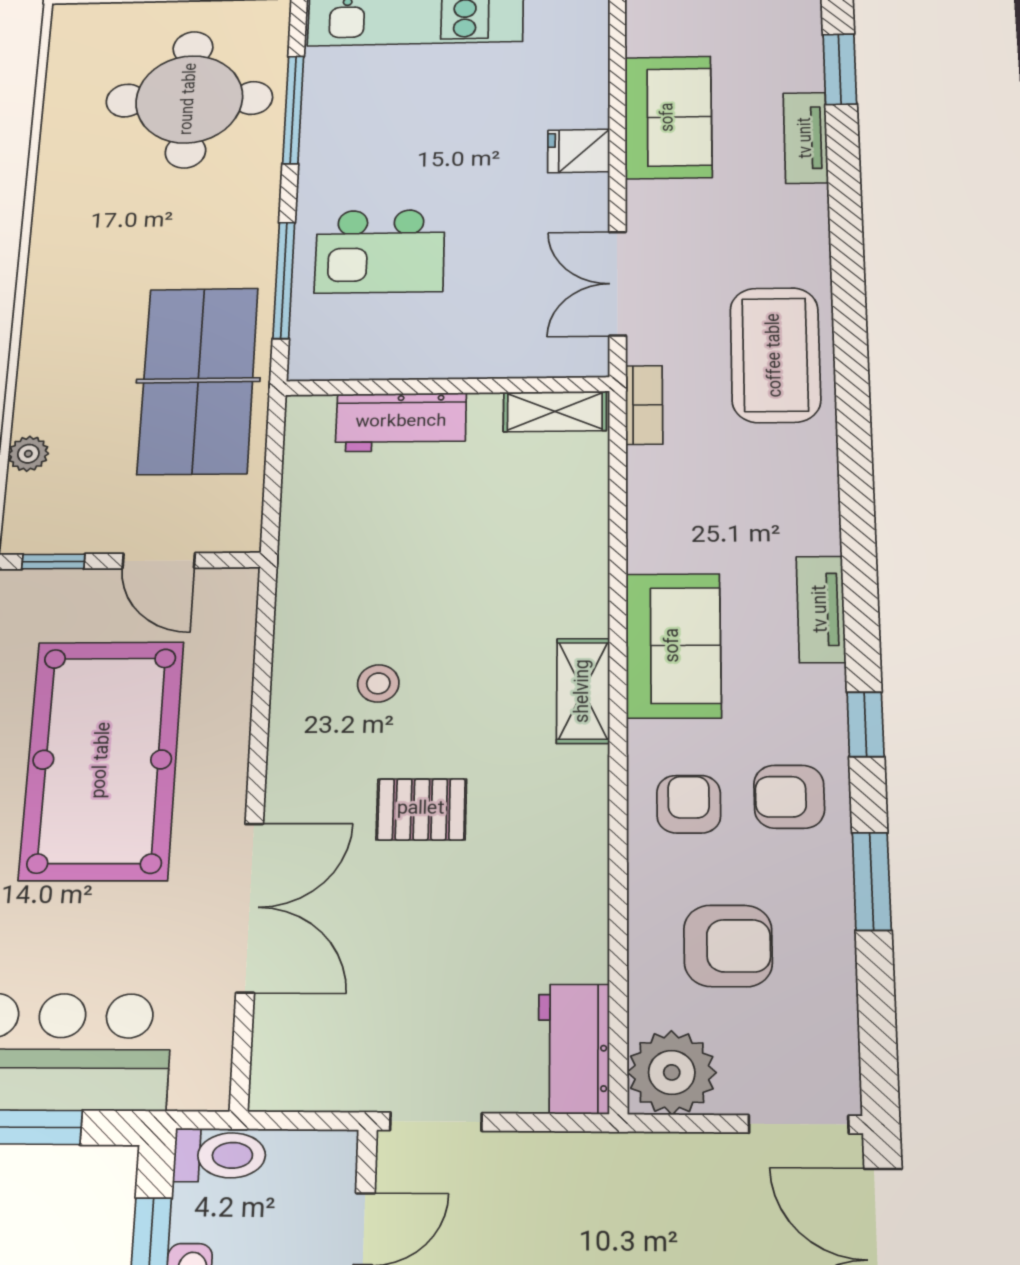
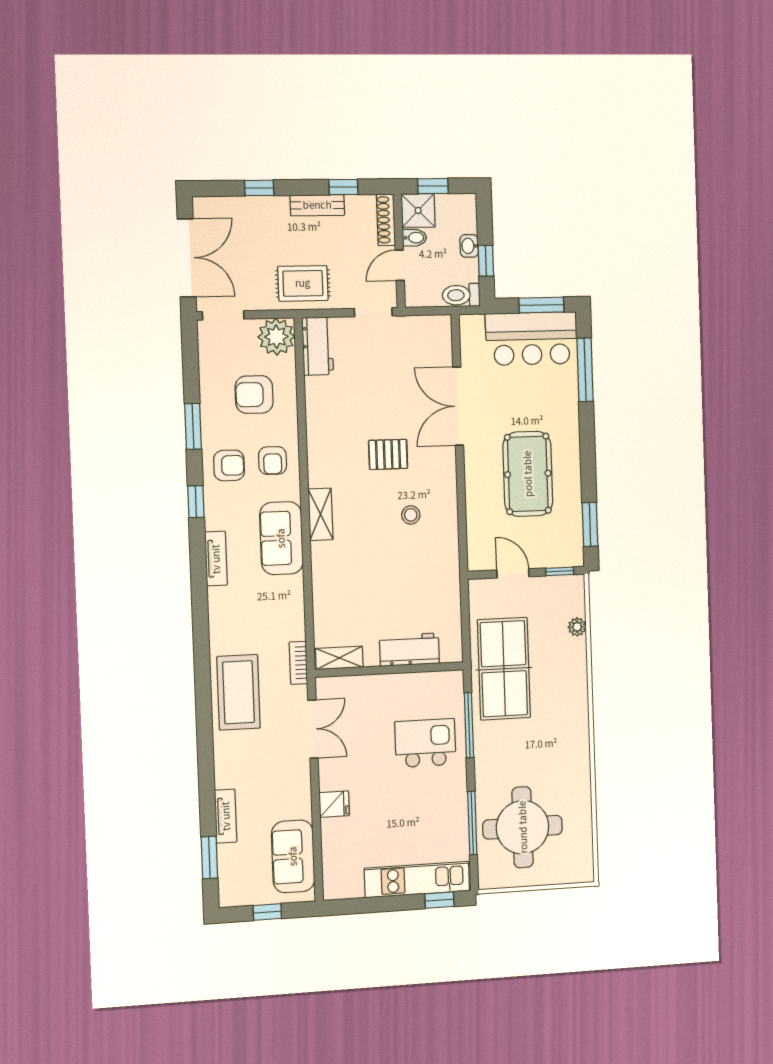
sofa: (668, 117) -> (293, 856), moved
pool table: (102, 760) -> (528, 474), width x0.73, depth x0.76
rug: (603, 1193) -> (303, 283), added

